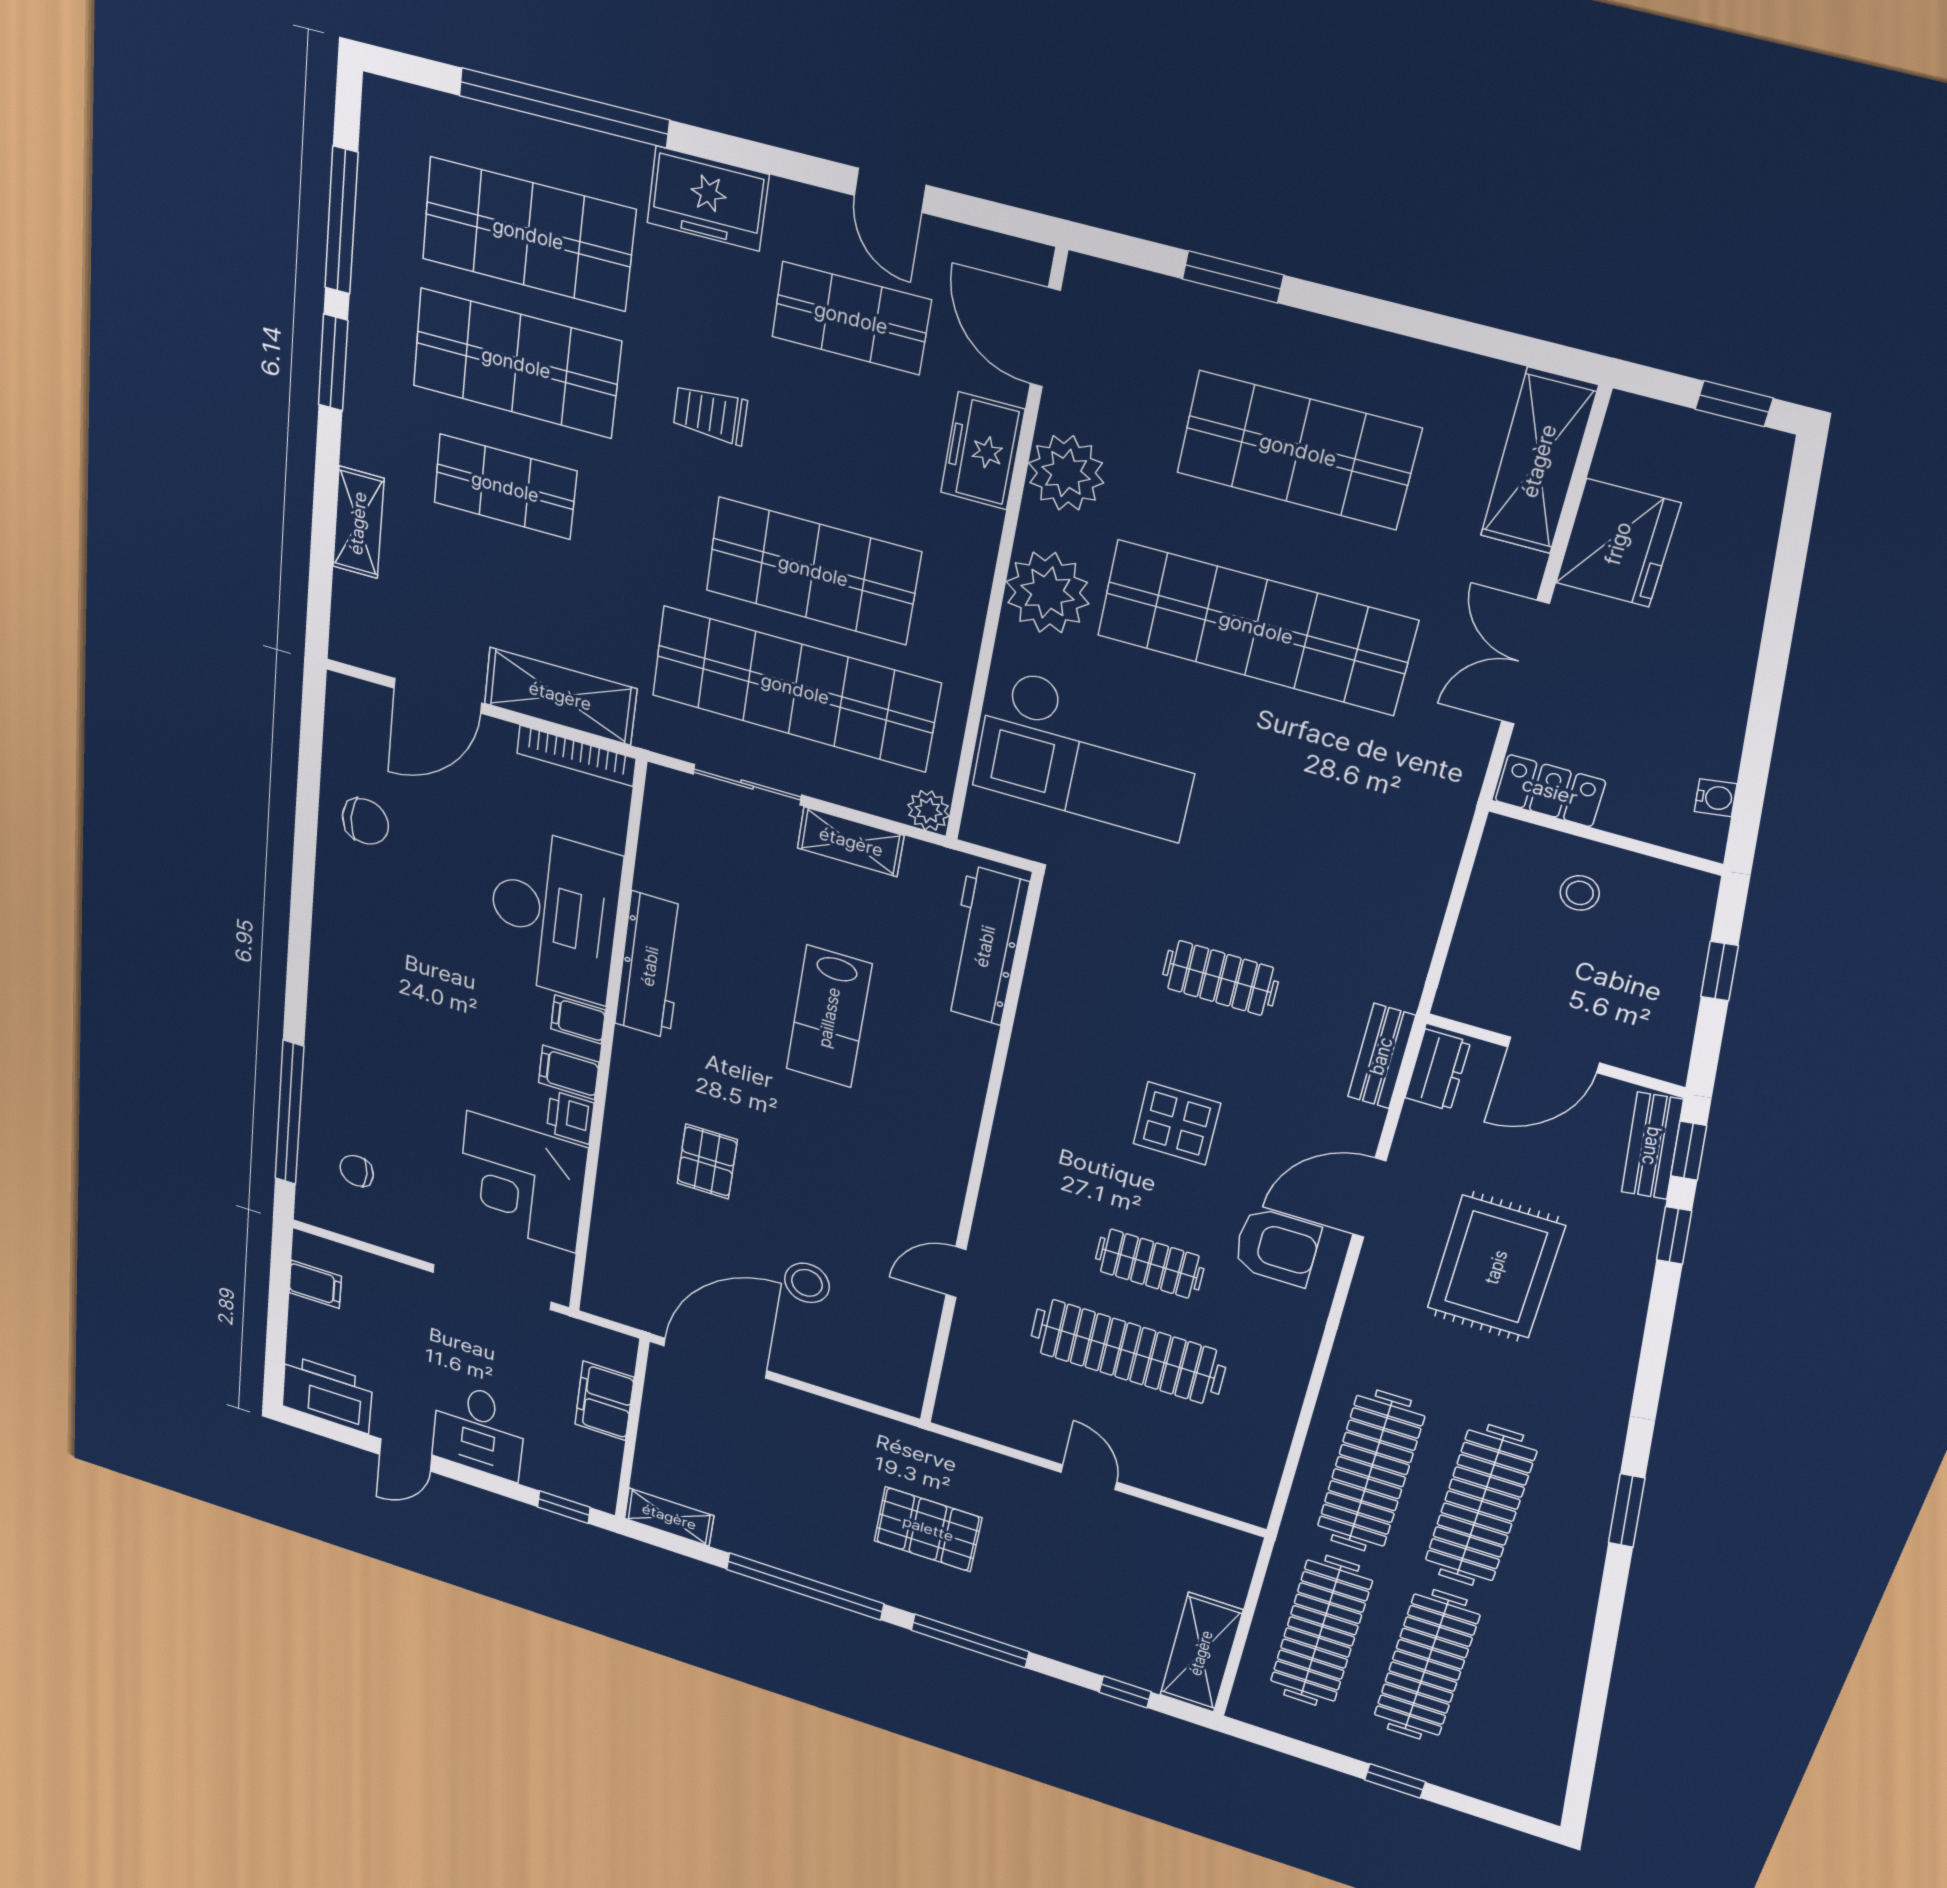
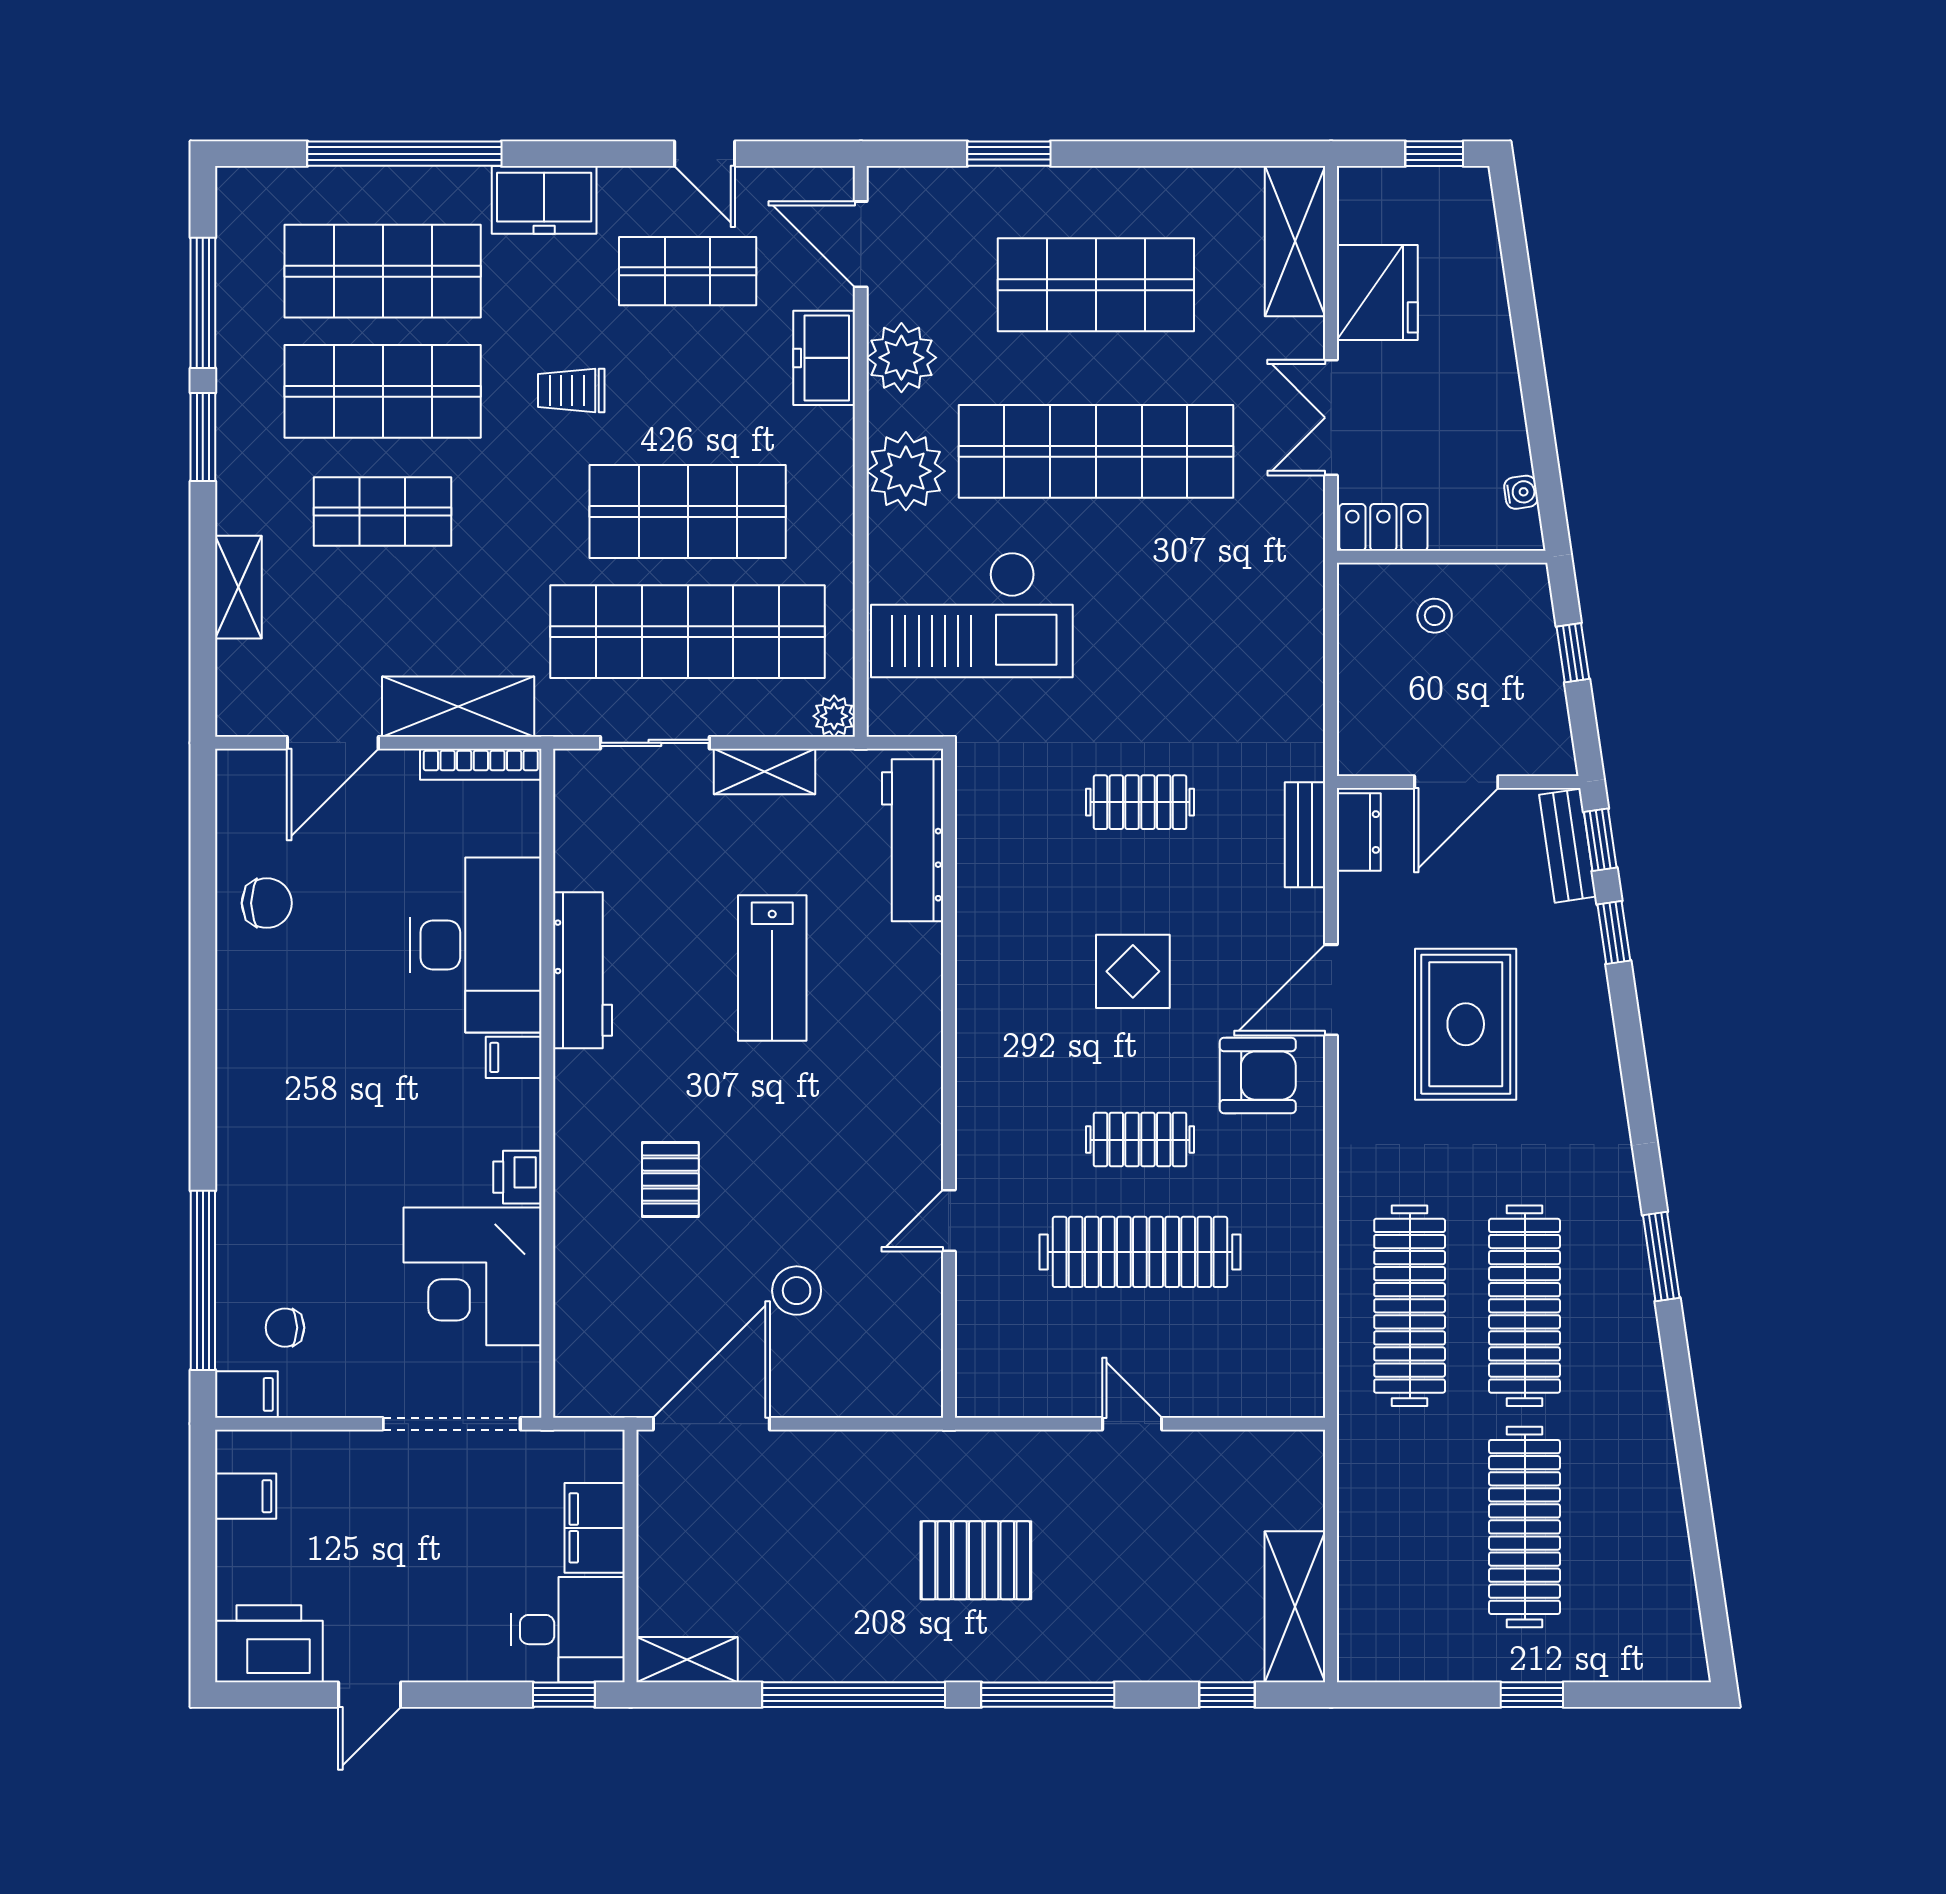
filing cabinet: (569, 1072) -> (246, 1394), moved, turned 180
desk: (479, 1431) -> (568, 1630), moved, turned -90
clothes rail: (1321, 1631) -> (1410, 1527), removed

